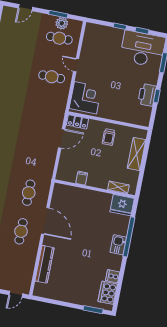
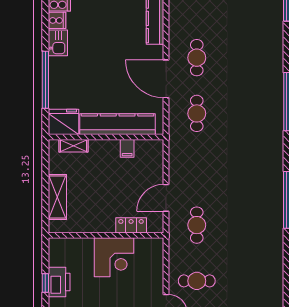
corner desk: (85, 98) -> (114, 257), moved, turned -90
cafe table: (44, 115) -> (197, 225), added
locker: (77, 122) -> (131, 225), moved
trolley: (109, 137) -> (101, 213), removed
kitchen counter: (85, 196) -> (118, 124), added
kitchen sink: (118, 245) -> (58, 43), moved

